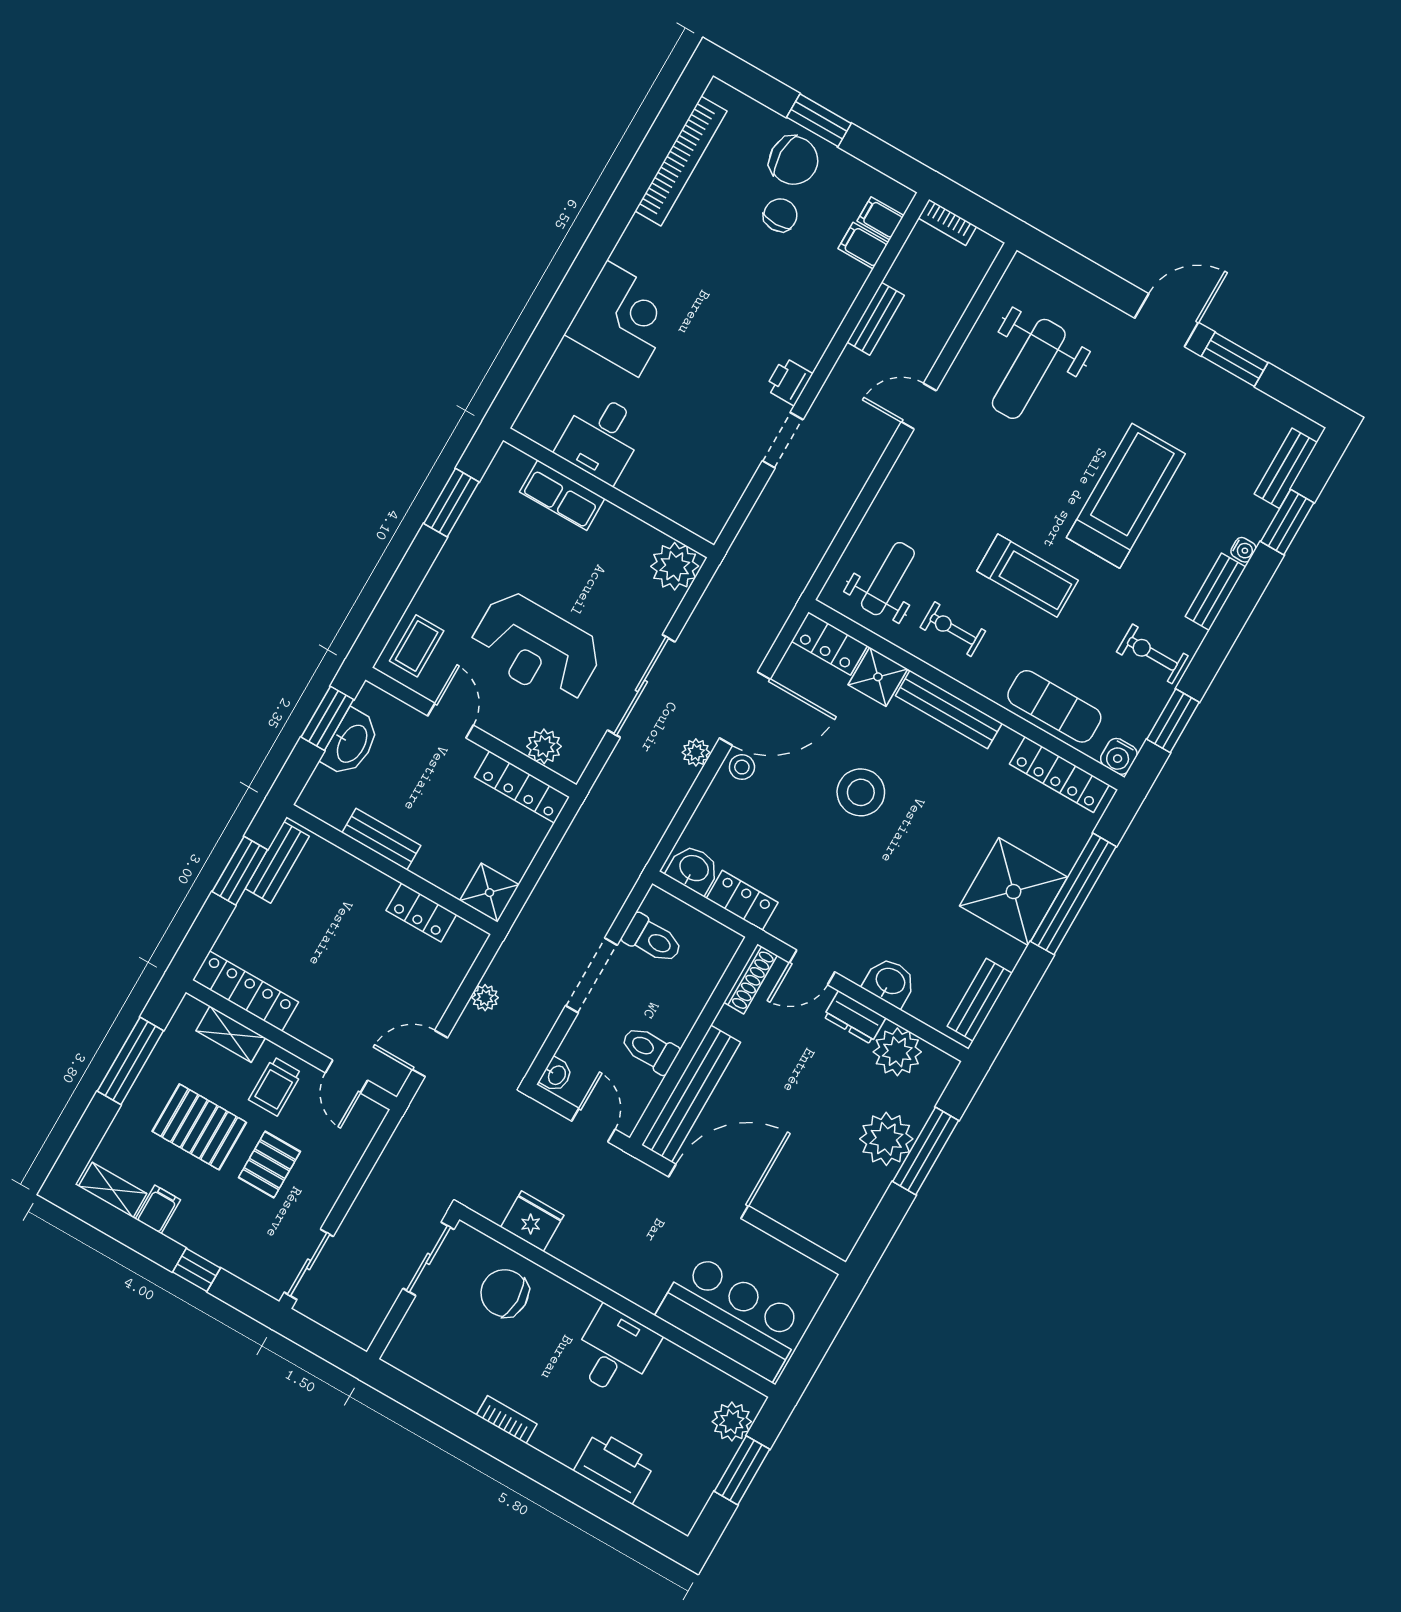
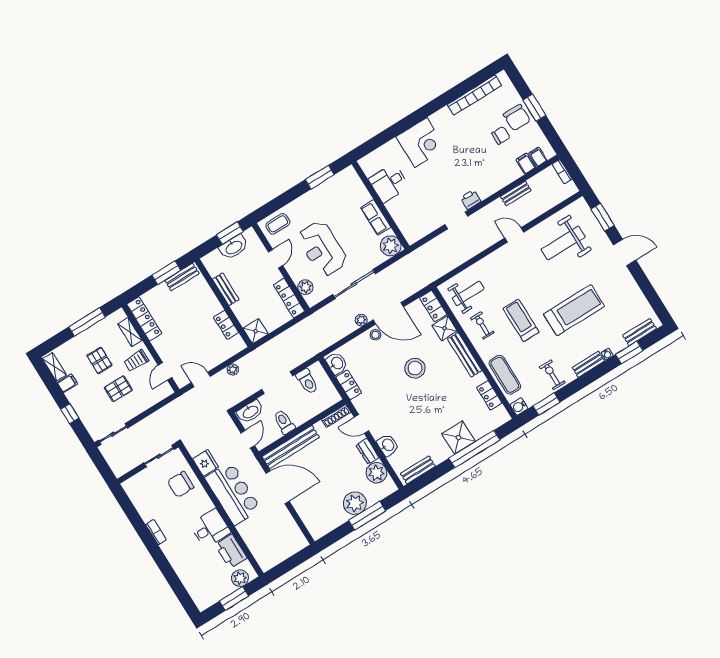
window: (1235, 359) -> (603, 217), moved
row of seats: (562, 495) -> (376, 217), moved
treadmill: (1027, 576) -> (521, 320), turned 180
locker: (1059, 774) -> (489, 395), width x0.66
shower: (1014, 892) -> (459, 437), width x0.73, depth x0.73
washbasin: (556, 1075) -> (250, 412), width x1.91, depth x1.45
pallet: (199, 1127) -> (100, 361), width x0.67, depth x0.71
chair: (505, 1293) -> (181, 484), turned -90
bar counter: (732, 1317) -> (233, 493), moved
printer: (615, 1467) -> (231, 551), moved, turned 180

